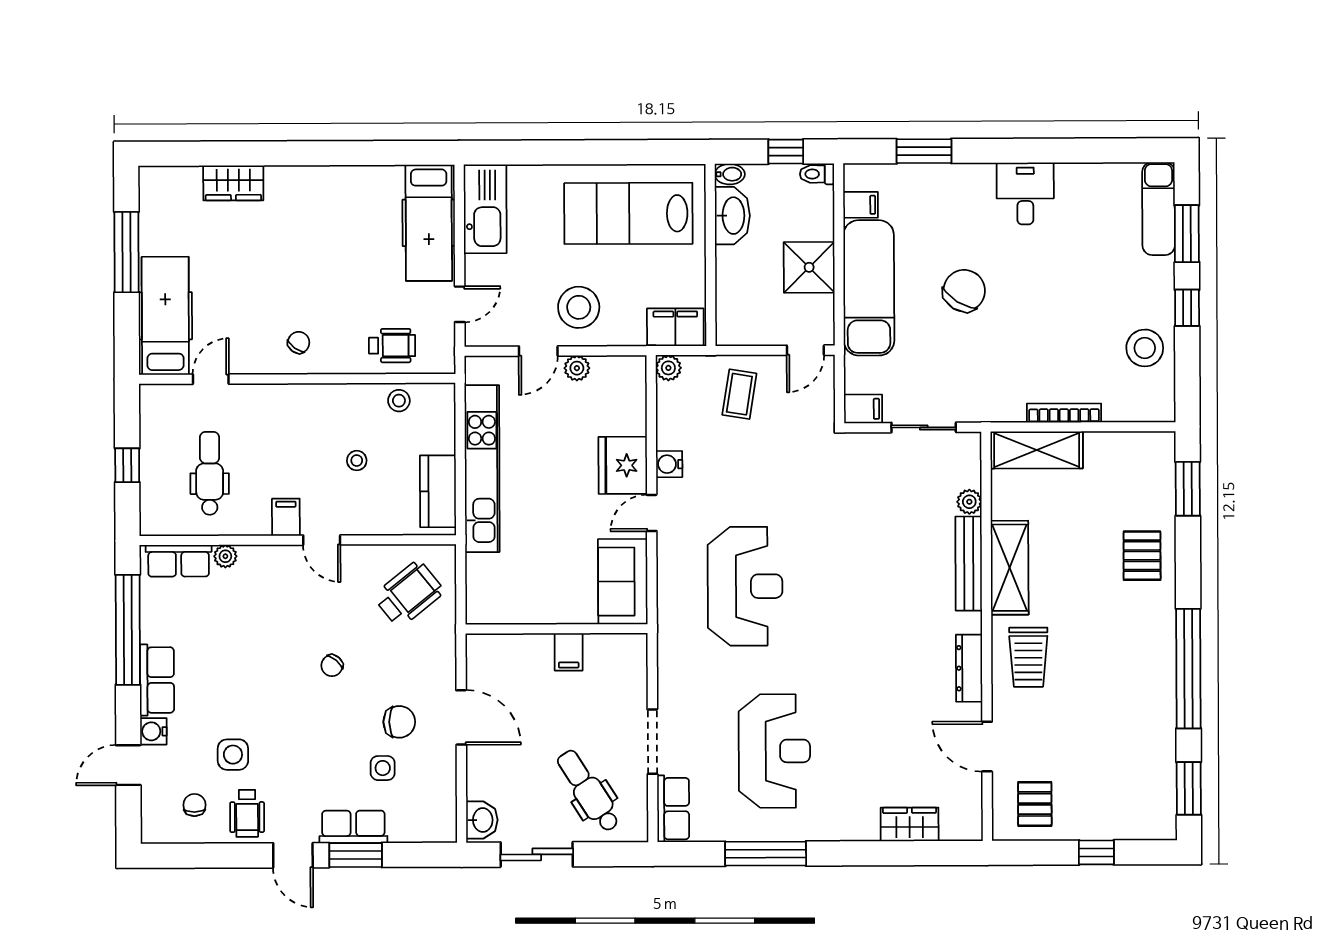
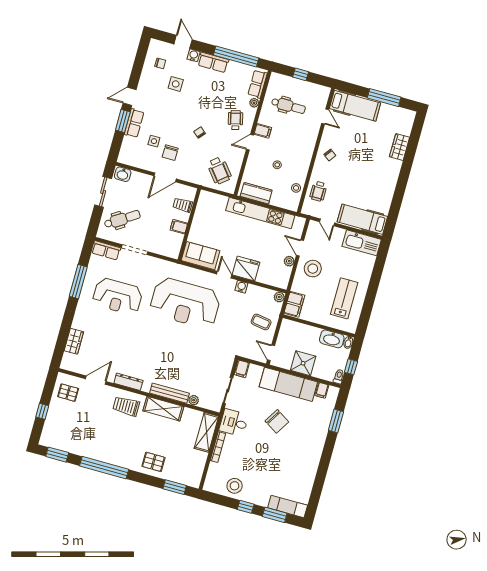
desk: (1025, 194) -> (234, 423), moved, turned 180
lab bench: (628, 213) -> (344, 298), width x0.73, depth x0.72
reception desk: (745, 586) -> (185, 303), width x1.36, depth x1.30
trolley: (515, 658) -> (183, 205), added
wheelchair: (247, 813) -> (235, 120), moved, turned 76

